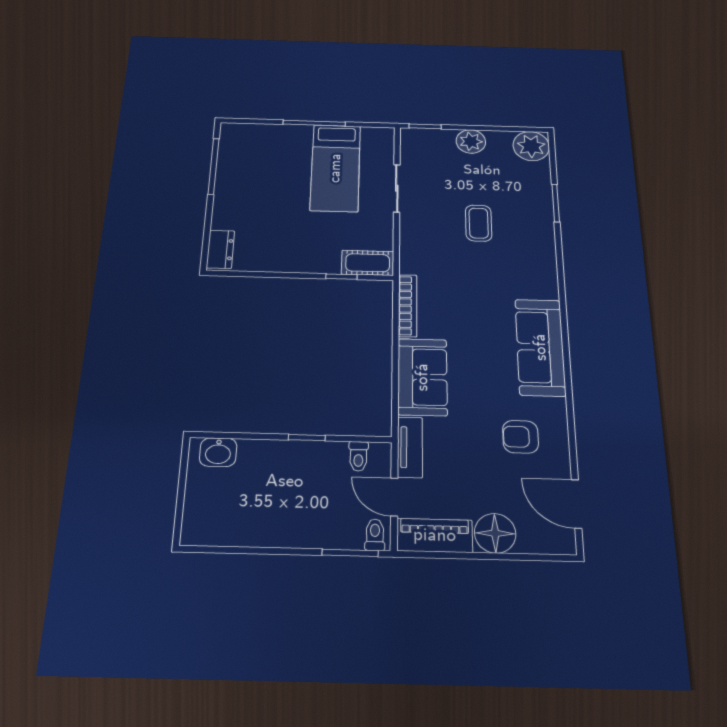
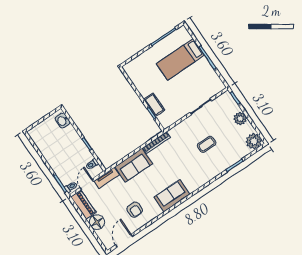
bed: (335, 168) -> (180, 59), moved
dresser: (220, 249) -> (133, 65), removed
cot: (368, 263) -> (154, 105), moved
sofa: (540, 347) -> (172, 196), width x0.73
armchair: (520, 437) -> (135, 210), turned 180

